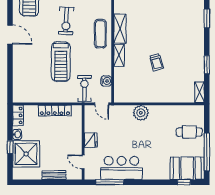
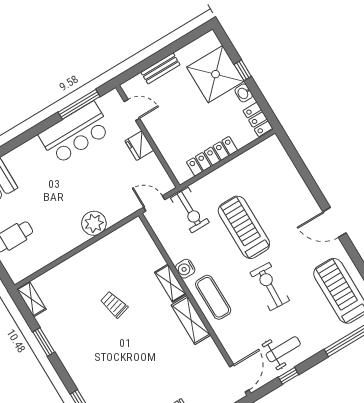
water cooler: (106, 81) -> (185, 269), moved

